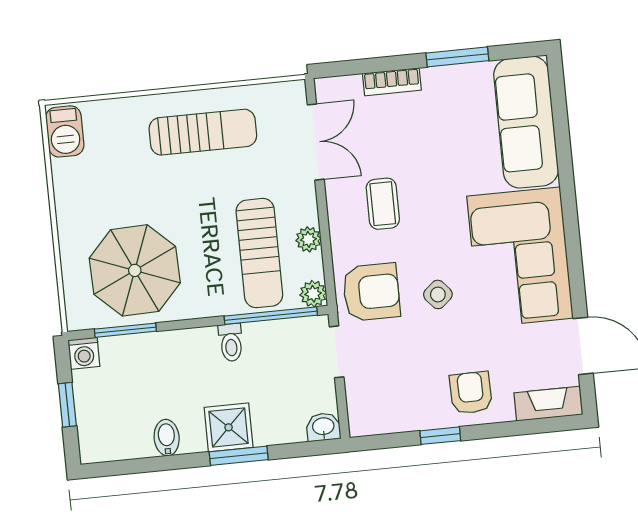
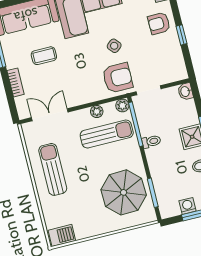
coffee table: (383, 204) -> (44, 56), moved
armchair: (371, 292) -> (118, 78), turned 90
washing machine: (84, 353) -> (187, 206), moved, turned -90

